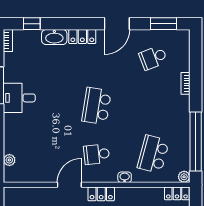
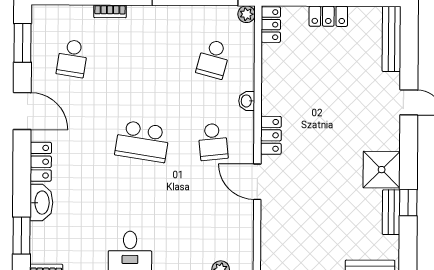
window: (32, 24) -> (21, 236), width x1.50
school desk: (153, 58) -> (72, 58), turned 30
school desk: (153, 154) -> (213, 59), width x0.54

